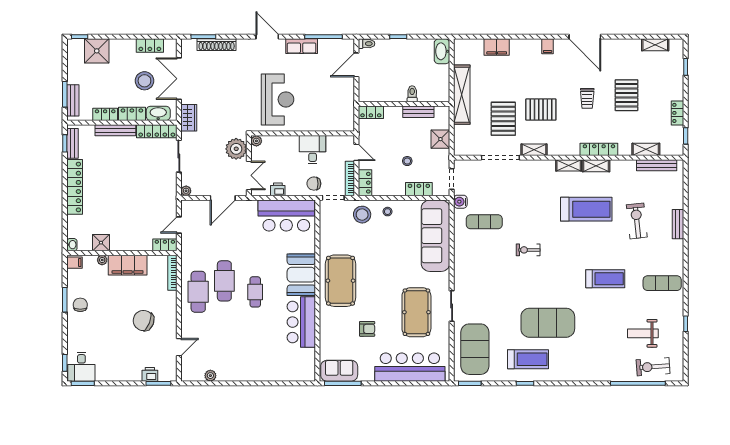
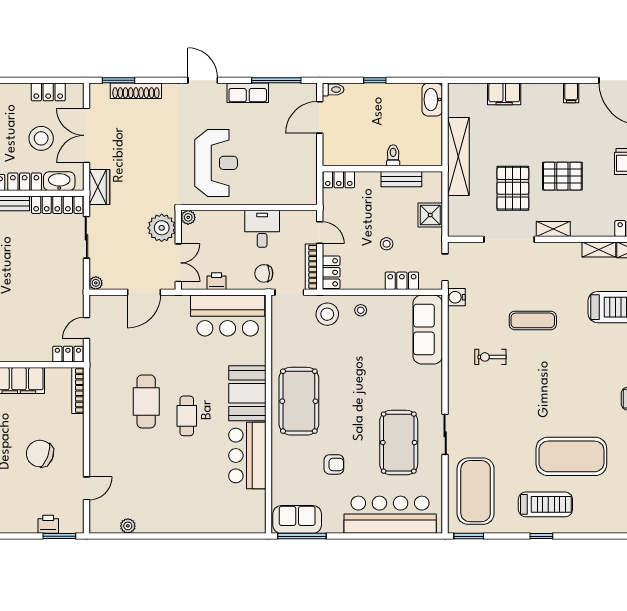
exercise mat: (484, 222) -> (533, 320), moved
sofa: (435, 236) -> (428, 330), width x0.74, depth x0.79
exercise bike: (528, 250) -> (490, 357), moved
cafe table: (198, 292) -> (112, 416), removed

